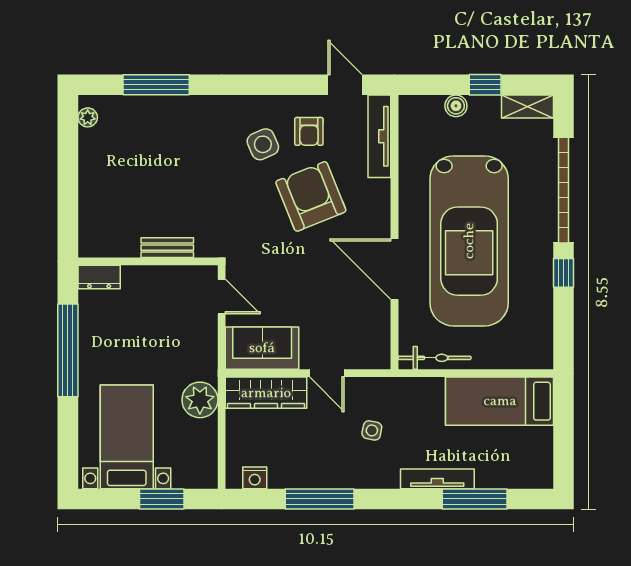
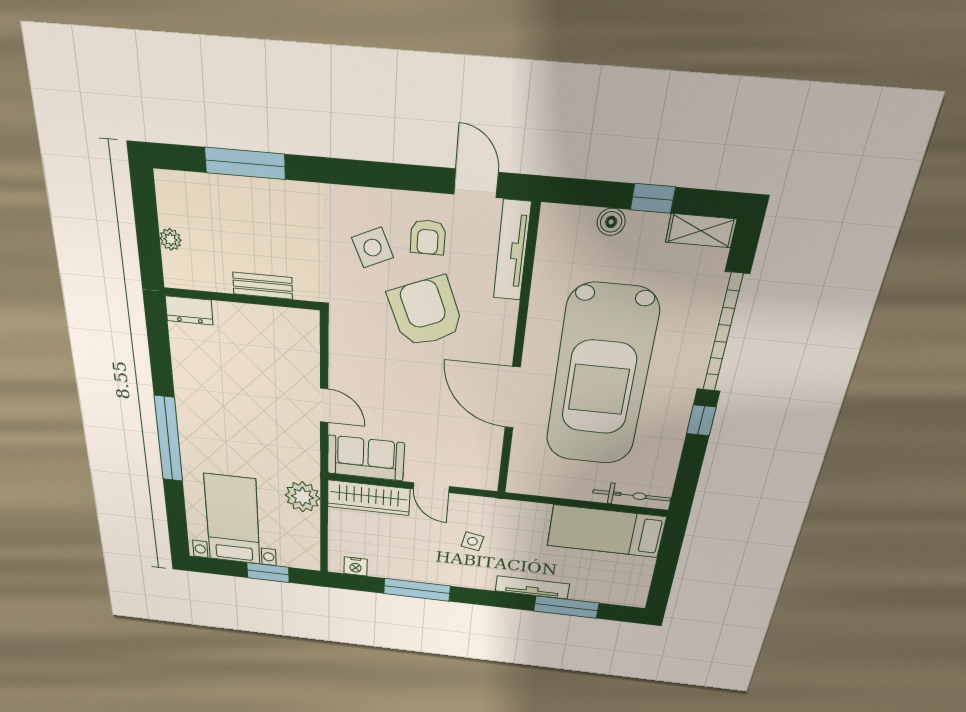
plant: (88, 117) -> (171, 239), moved
bench: (167, 248) -> (263, 286), moved
wall: (148, 261) -> (242, 299), moved
dresser: (99, 277) -> (189, 310), moved
bicycle: (435, 358) -> (632, 495), moved

